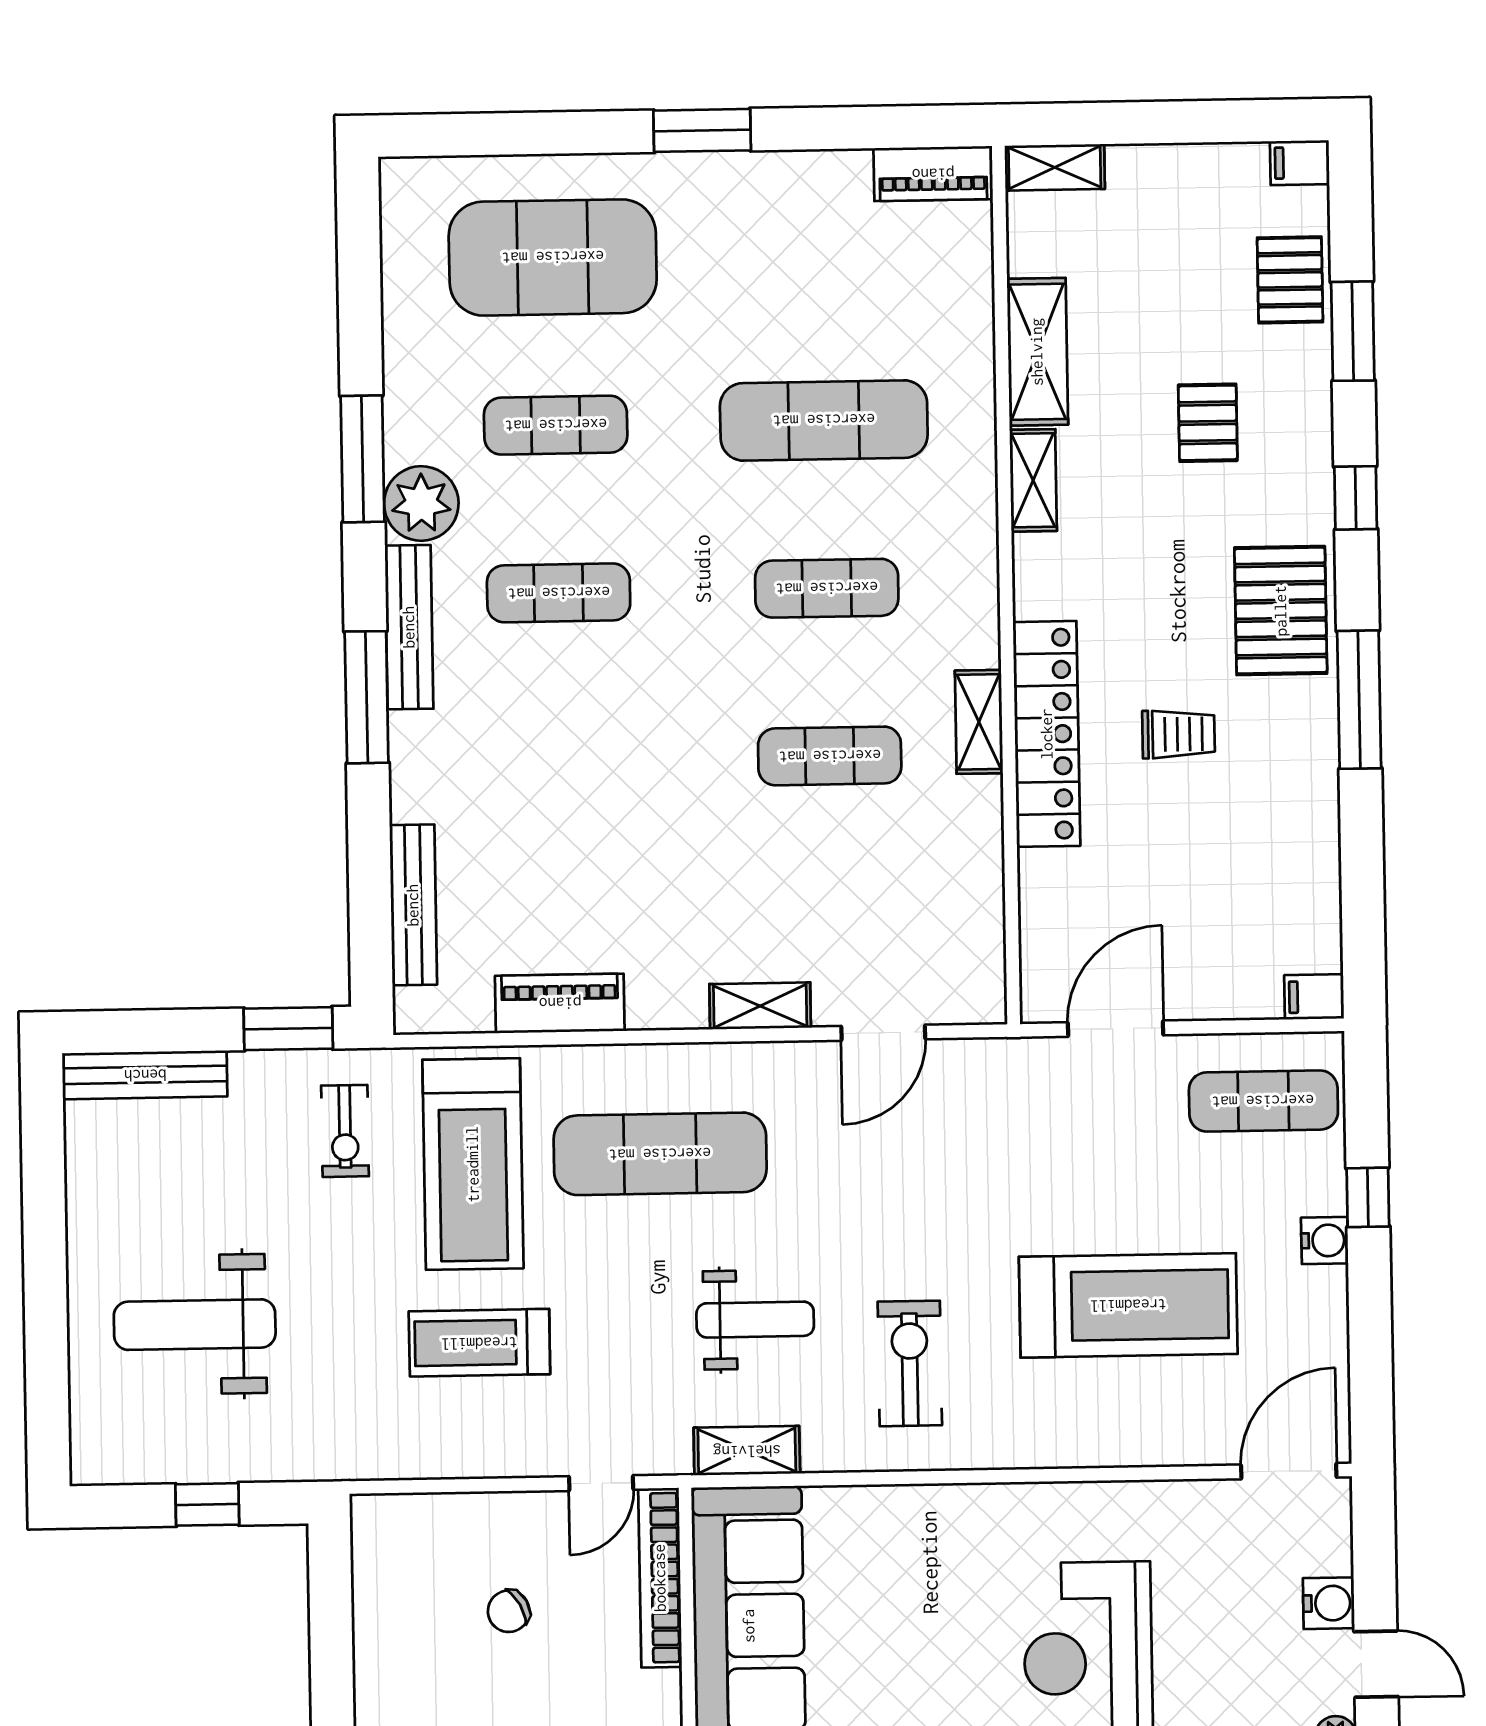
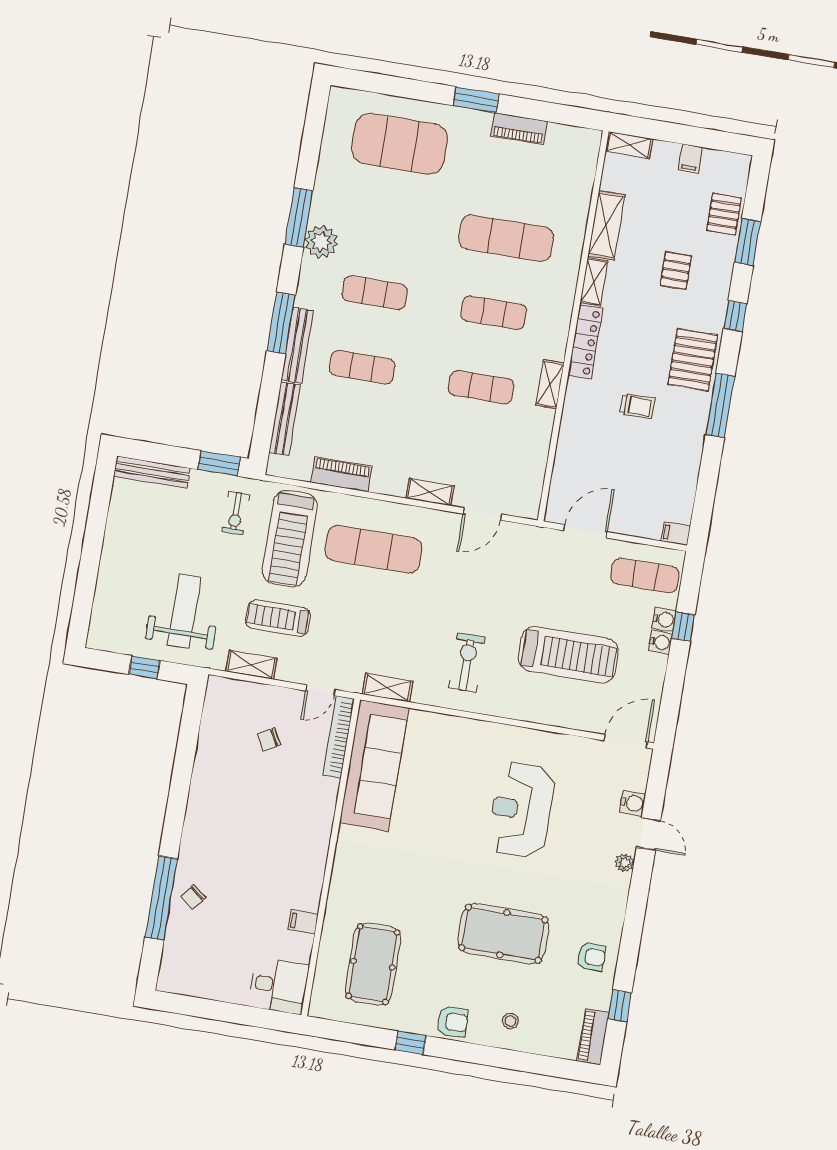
filing cabinet: (1300, 163) -> (690, 158), moved, turned -90
piano: (933, 174) -> (519, 129), moved
exercise mat: (556, 425) -> (362, 367), moved
bench: (409, 627) -> (297, 345), moved
locker: (1047, 734) -> (585, 342), moved, width x0.71, depth x0.83
water cooler: (1323, 1190) -> (664, 620), added
weight bench: (755, 1320) -> (402, 630), removed
weight bench: (195, 1325) -> (184, 611), moved, turned 90
shelving: (440, 1456) -> (251, 665), added

